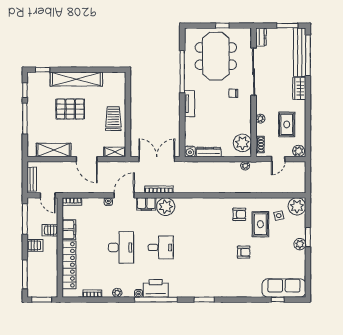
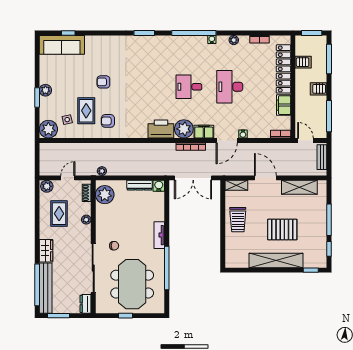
server rack: (50, 230) -> (303, 62), moved
printer: (156, 288) -> (161, 129), moved, turned 180

